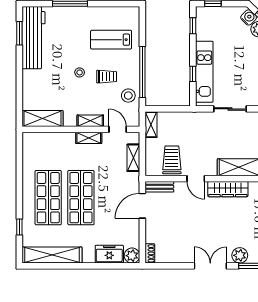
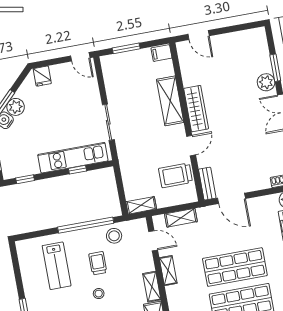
shelving: (90, 121) -> (152, 287), moved
door: (118, 129) -> (153, 241), swing flipped

